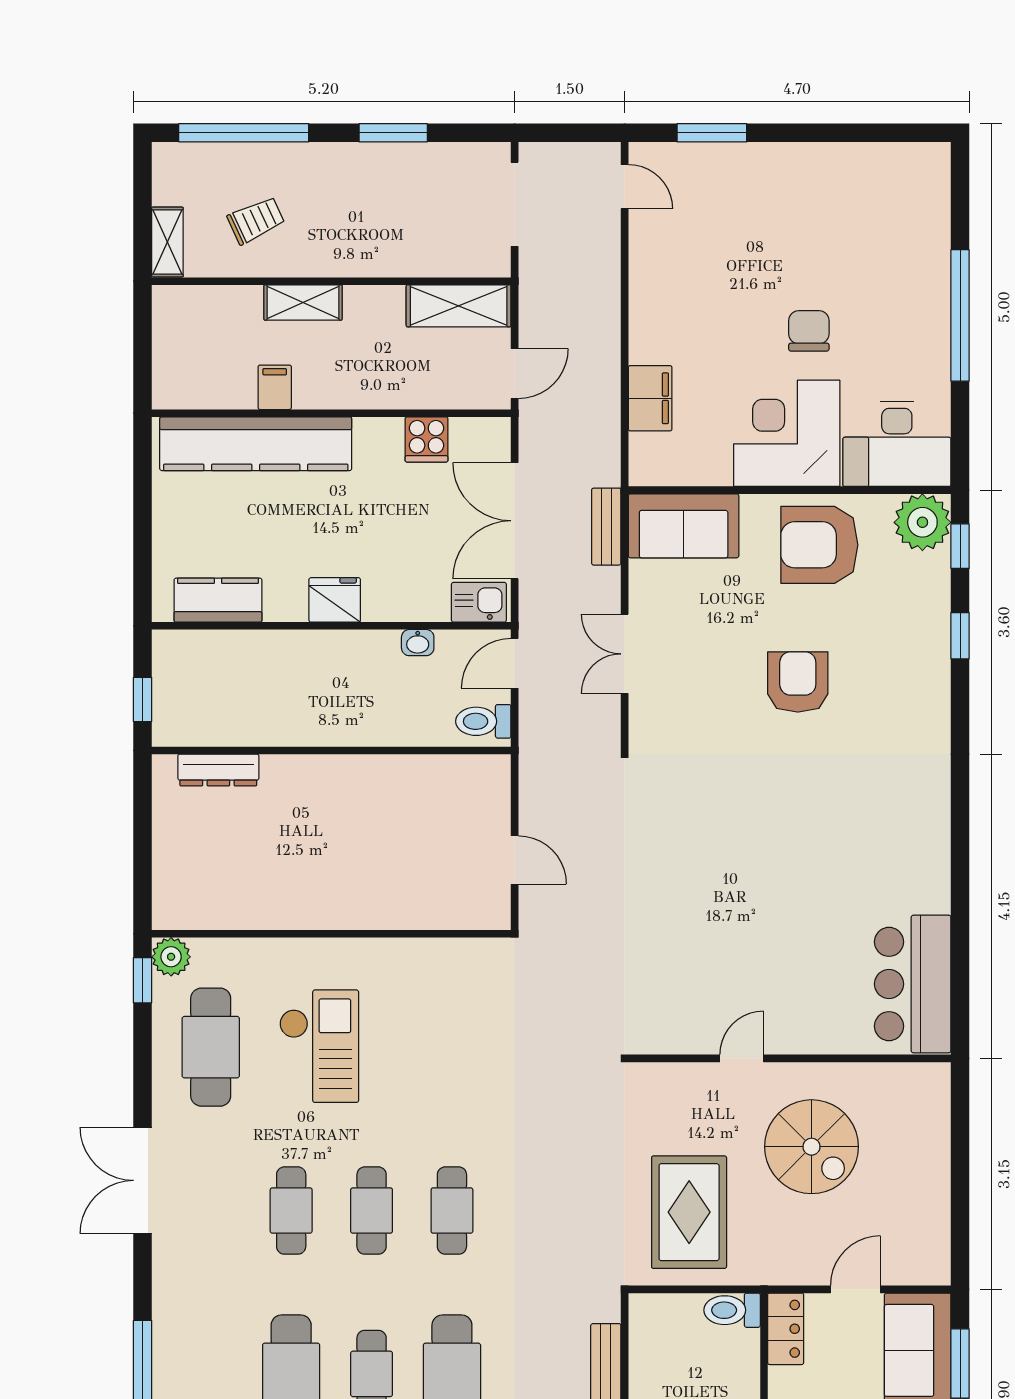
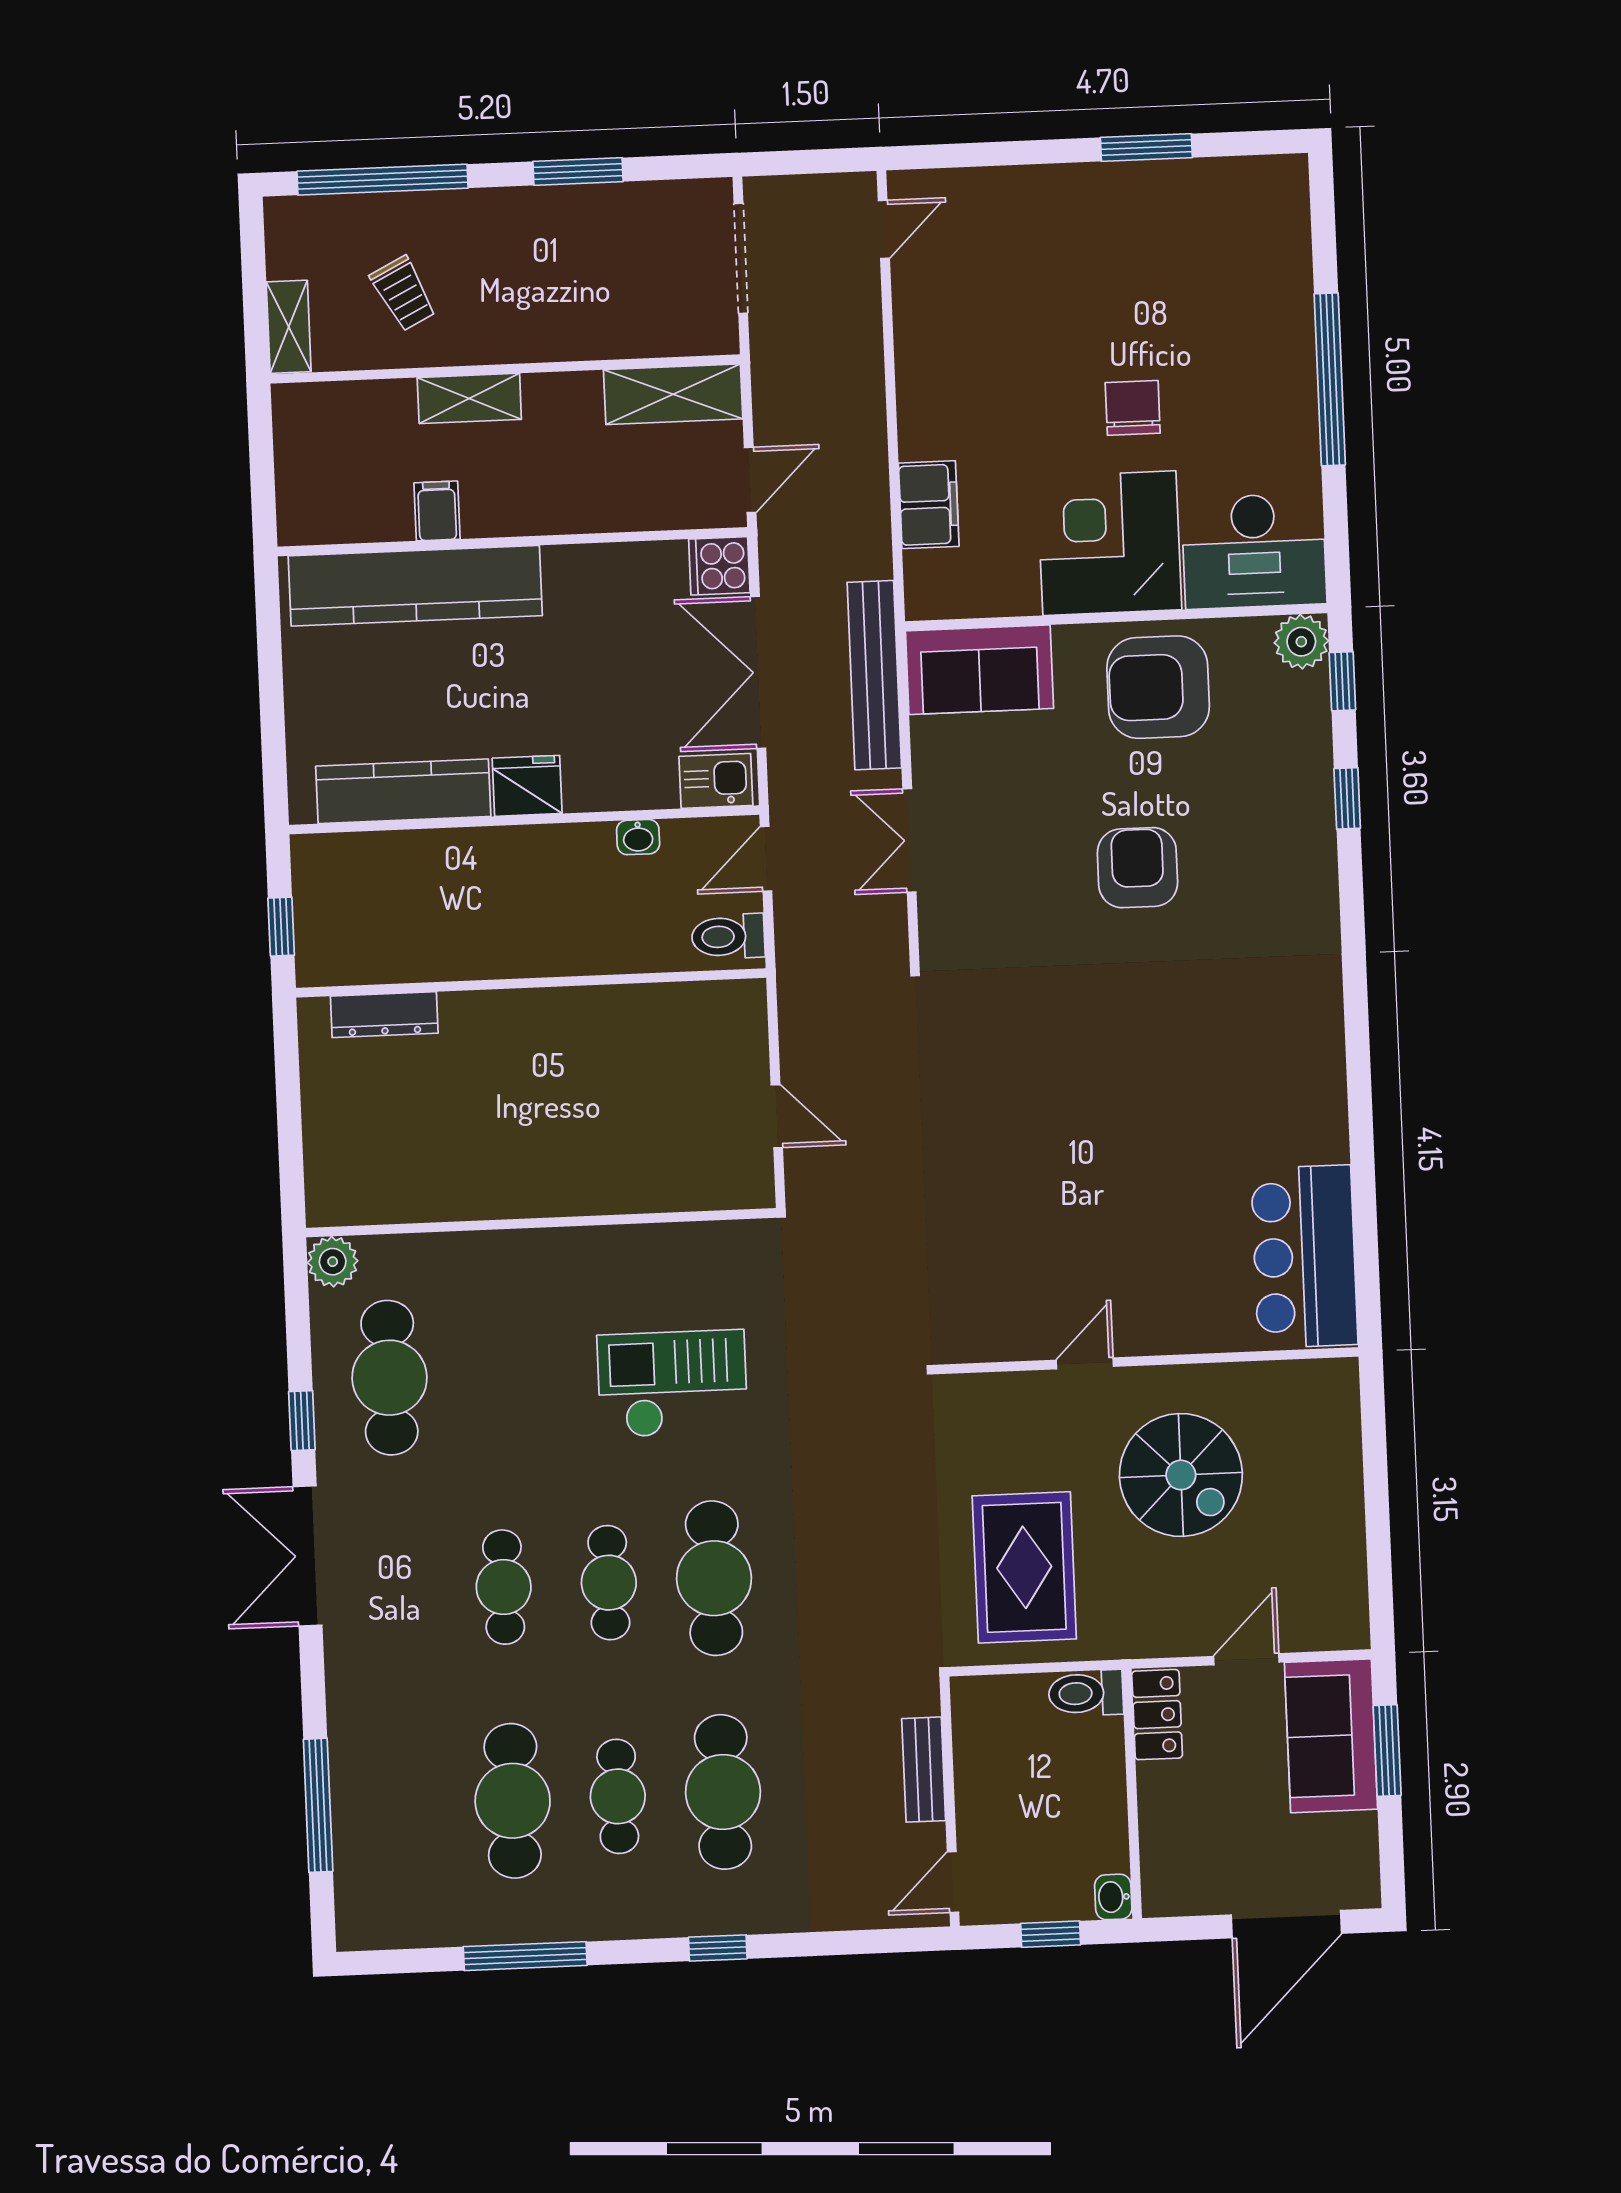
window: (712, 133) -> (1146, 148), moved
door: (625, 187) -> (884, 229), hinge flipped
trolley: (256, 220) -> (403, 293), turned 88
cooker: (427, 439) -> (719, 566), moved, turned 90
plant: (922, 522) -> (1301, 642), width x0.73, depth x0.73
bench: (606, 527) -> (874, 675), width x1.86, depth x1.21
kitchen counter: (218, 600) -> (403, 791), width x1.50
window: (143, 980) -> (302, 1421), moved
checkout: (319, 1046) -> (672, 1384), moved, turned -90
cafe table: (452, 1211) -> (714, 1578), width x1.37, depth x1.35

